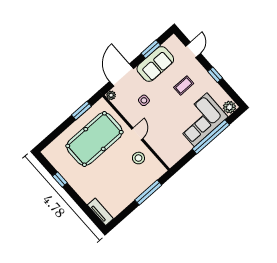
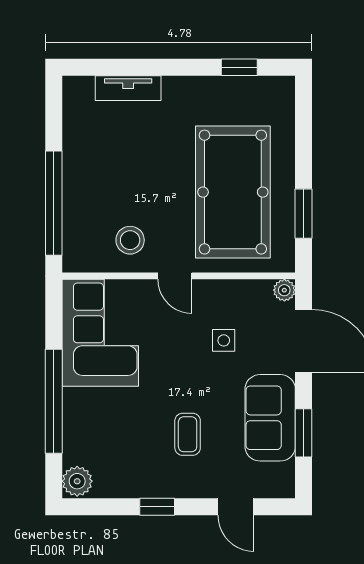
corner sofa: (201, 120) -> (100, 333), moved
window: (60, 180) -> (239, 67), moved
window: (148, 193) -> (54, 203), width x1.46
tv unit: (100, 212) -> (128, 88), moved

